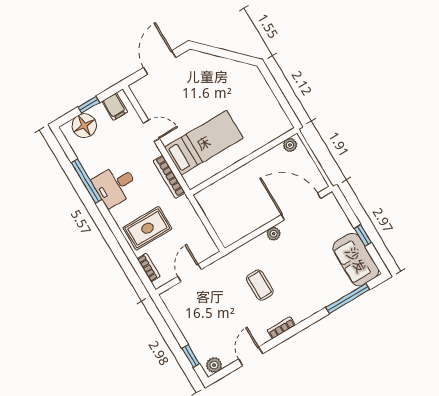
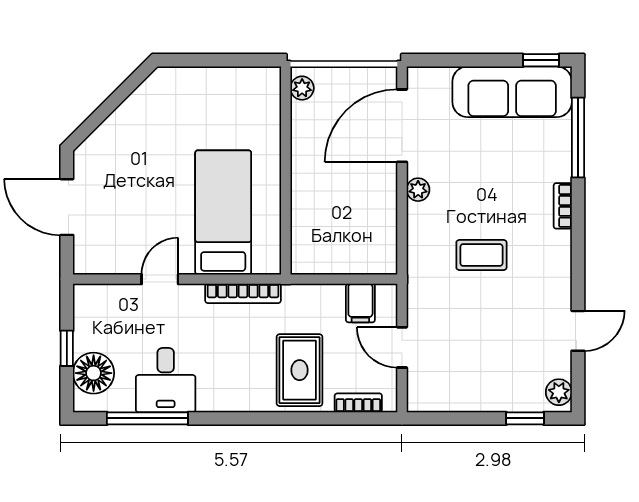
filing cabinet: (115, 107) -> (360, 303), moved, turned 90
window: (87, 181) -> (147, 418), moved
desk: (115, 185) -> (166, 380), moved
window: (363, 235) -> (541, 60), moved
sofa: (356, 260) -> (512, 92), width x1.36
bookcase: (281, 328) -> (563, 206), moved
door: (251, 356) -> (578, 331), swing flipped

